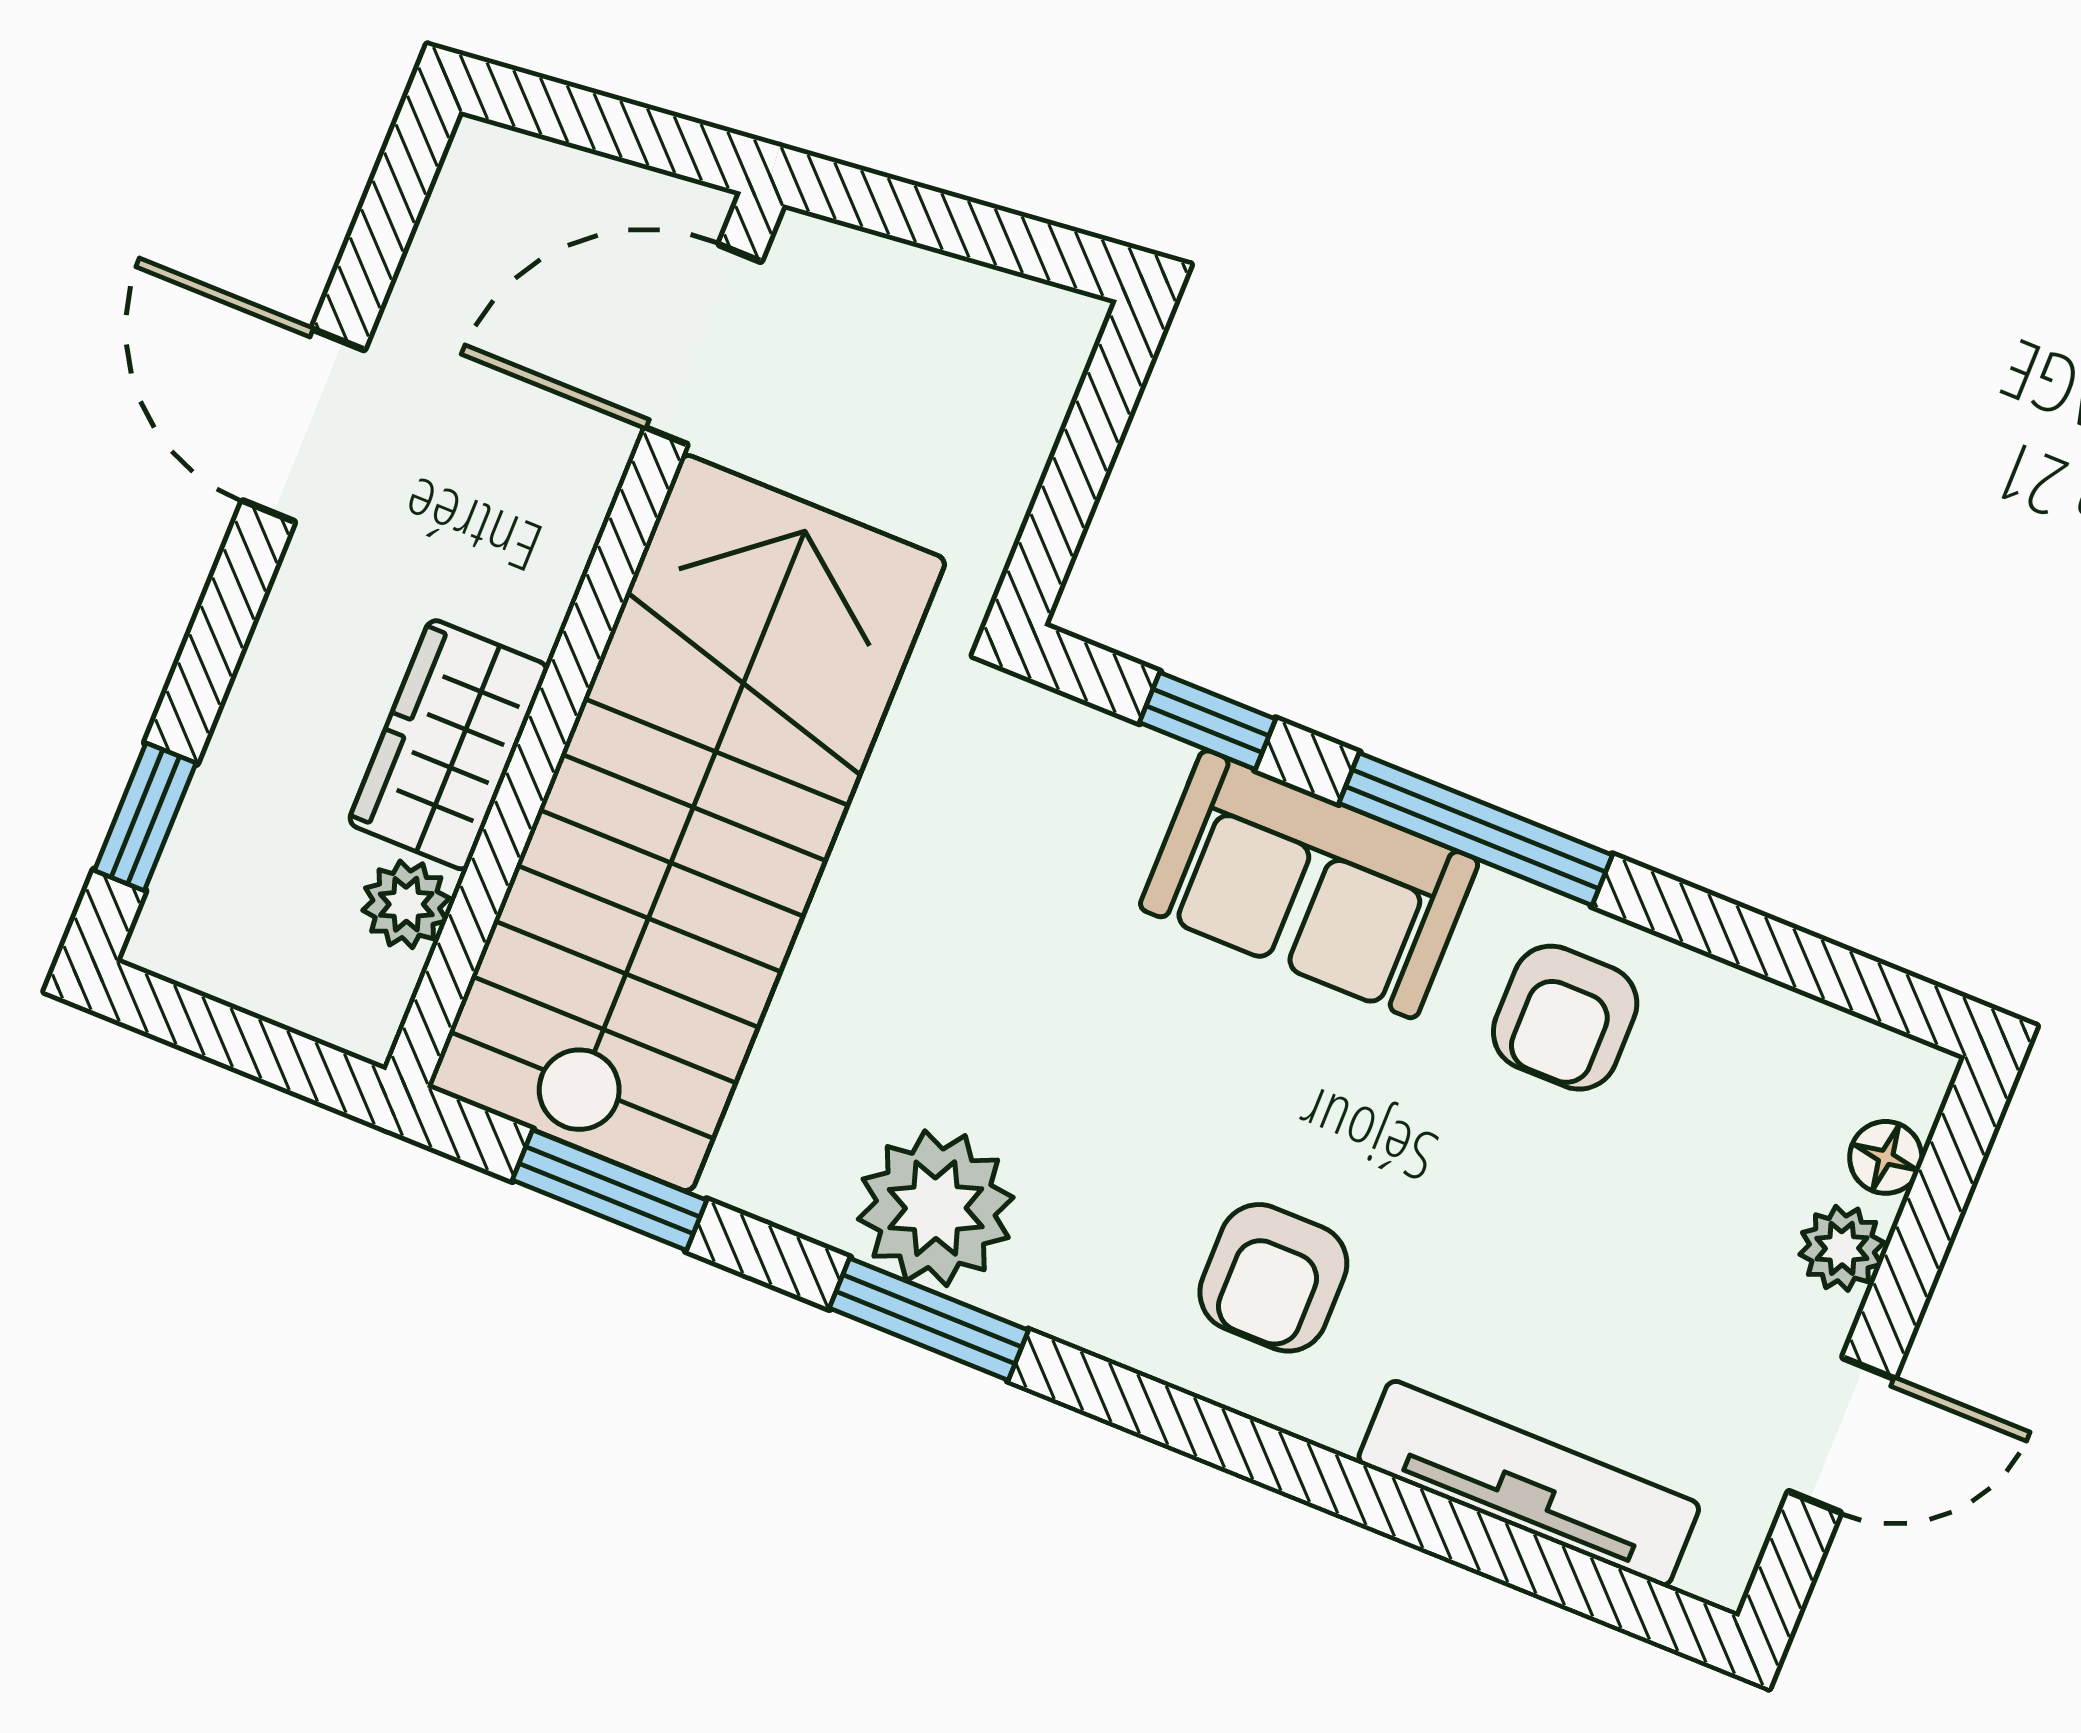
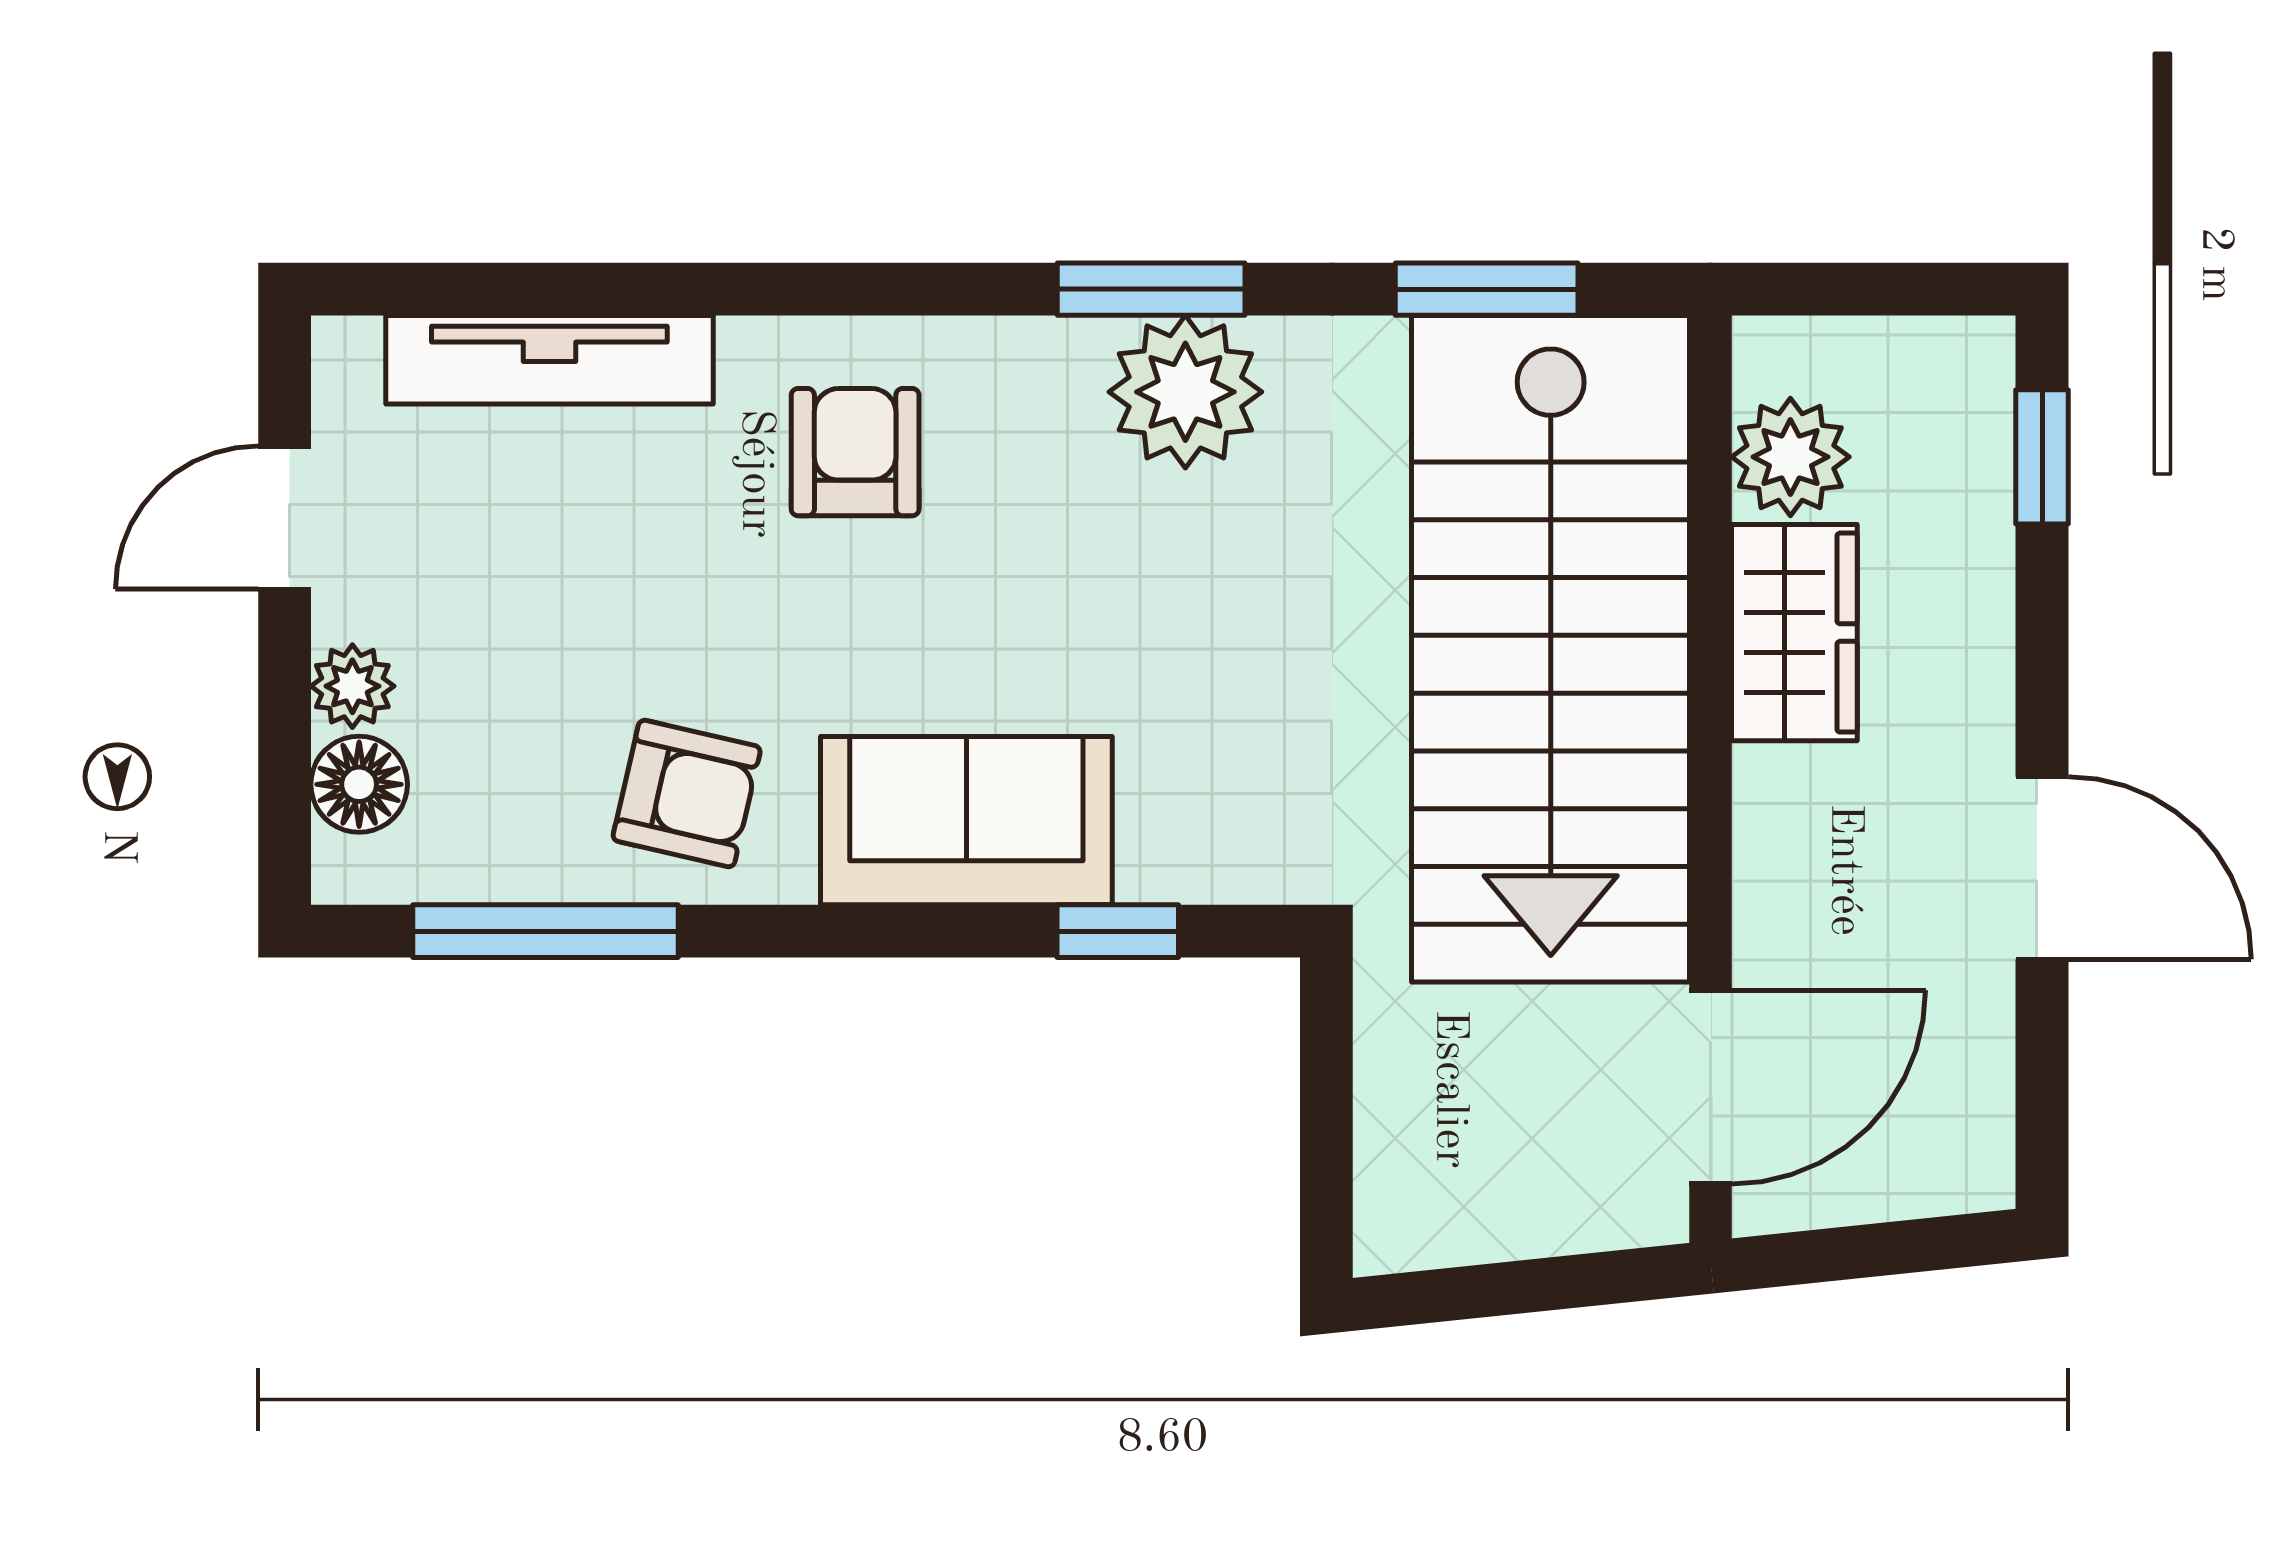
window: (1476, 829) -> (546, 931), moved
plant: (406, 904) -> (1790, 457), width x1.38, depth x1.38
armchair: (1565, 1018) -> (687, 794), turned 103
floor lamp: (1886, 1157) -> (359, 784), width x1.37, depth x1.37

